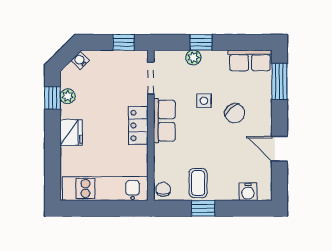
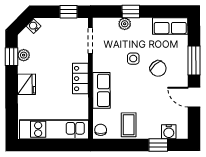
window: (279, 81) -> (194, 60), moved
row of seats: (164, 121) -> (101, 90), moved
window: (203, 208) -> (158, 145), moved

